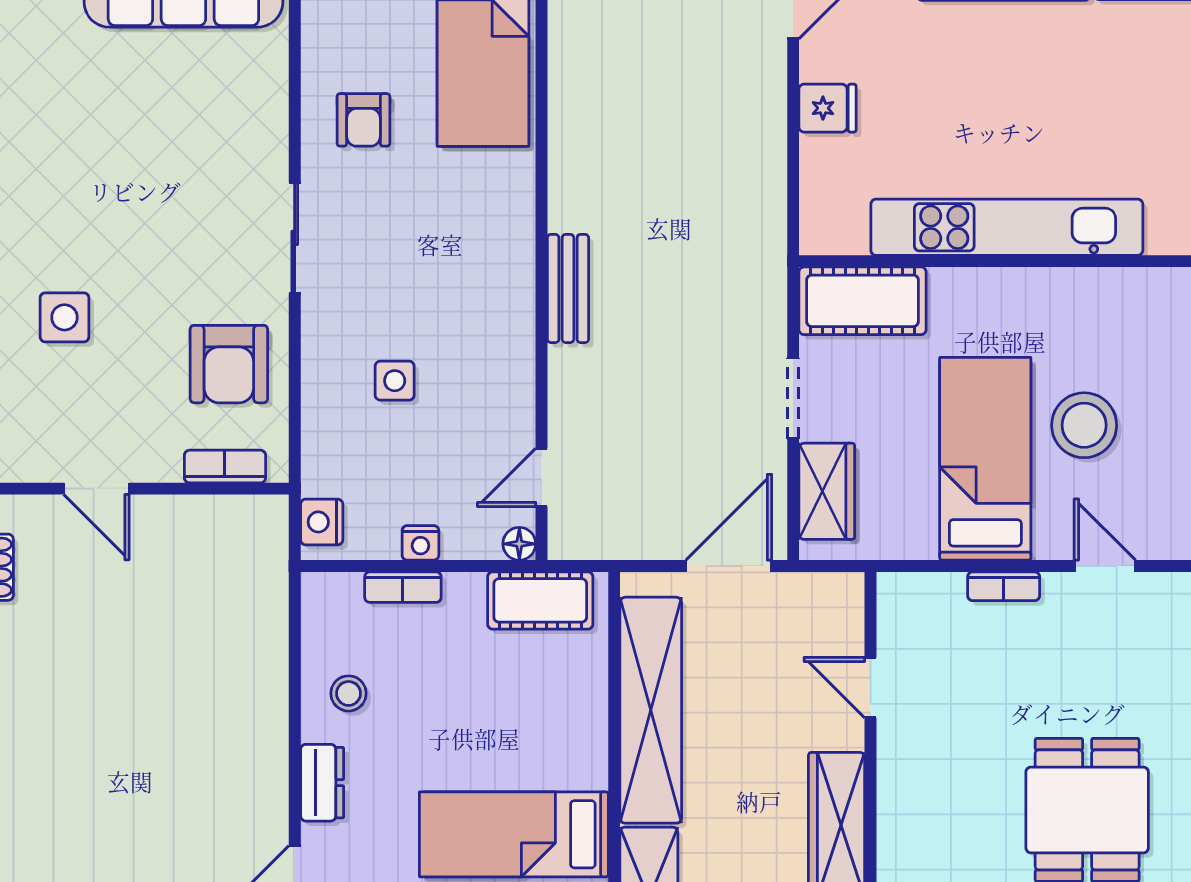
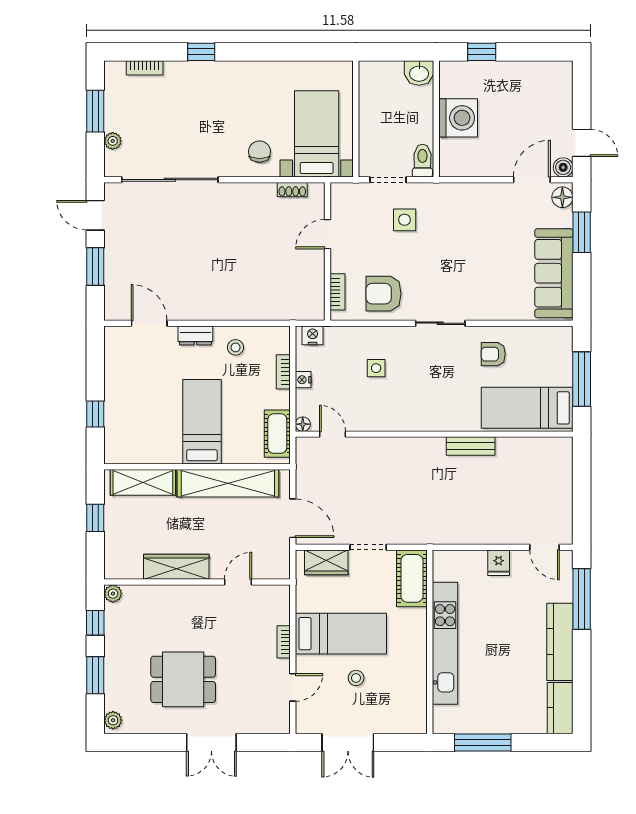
bench: (568, 288) -> (471, 446), moved
stool: (1084, 425) -> (356, 678), width x0.53, depth x0.53
bed: (514, 834) -> (202, 422), moved

